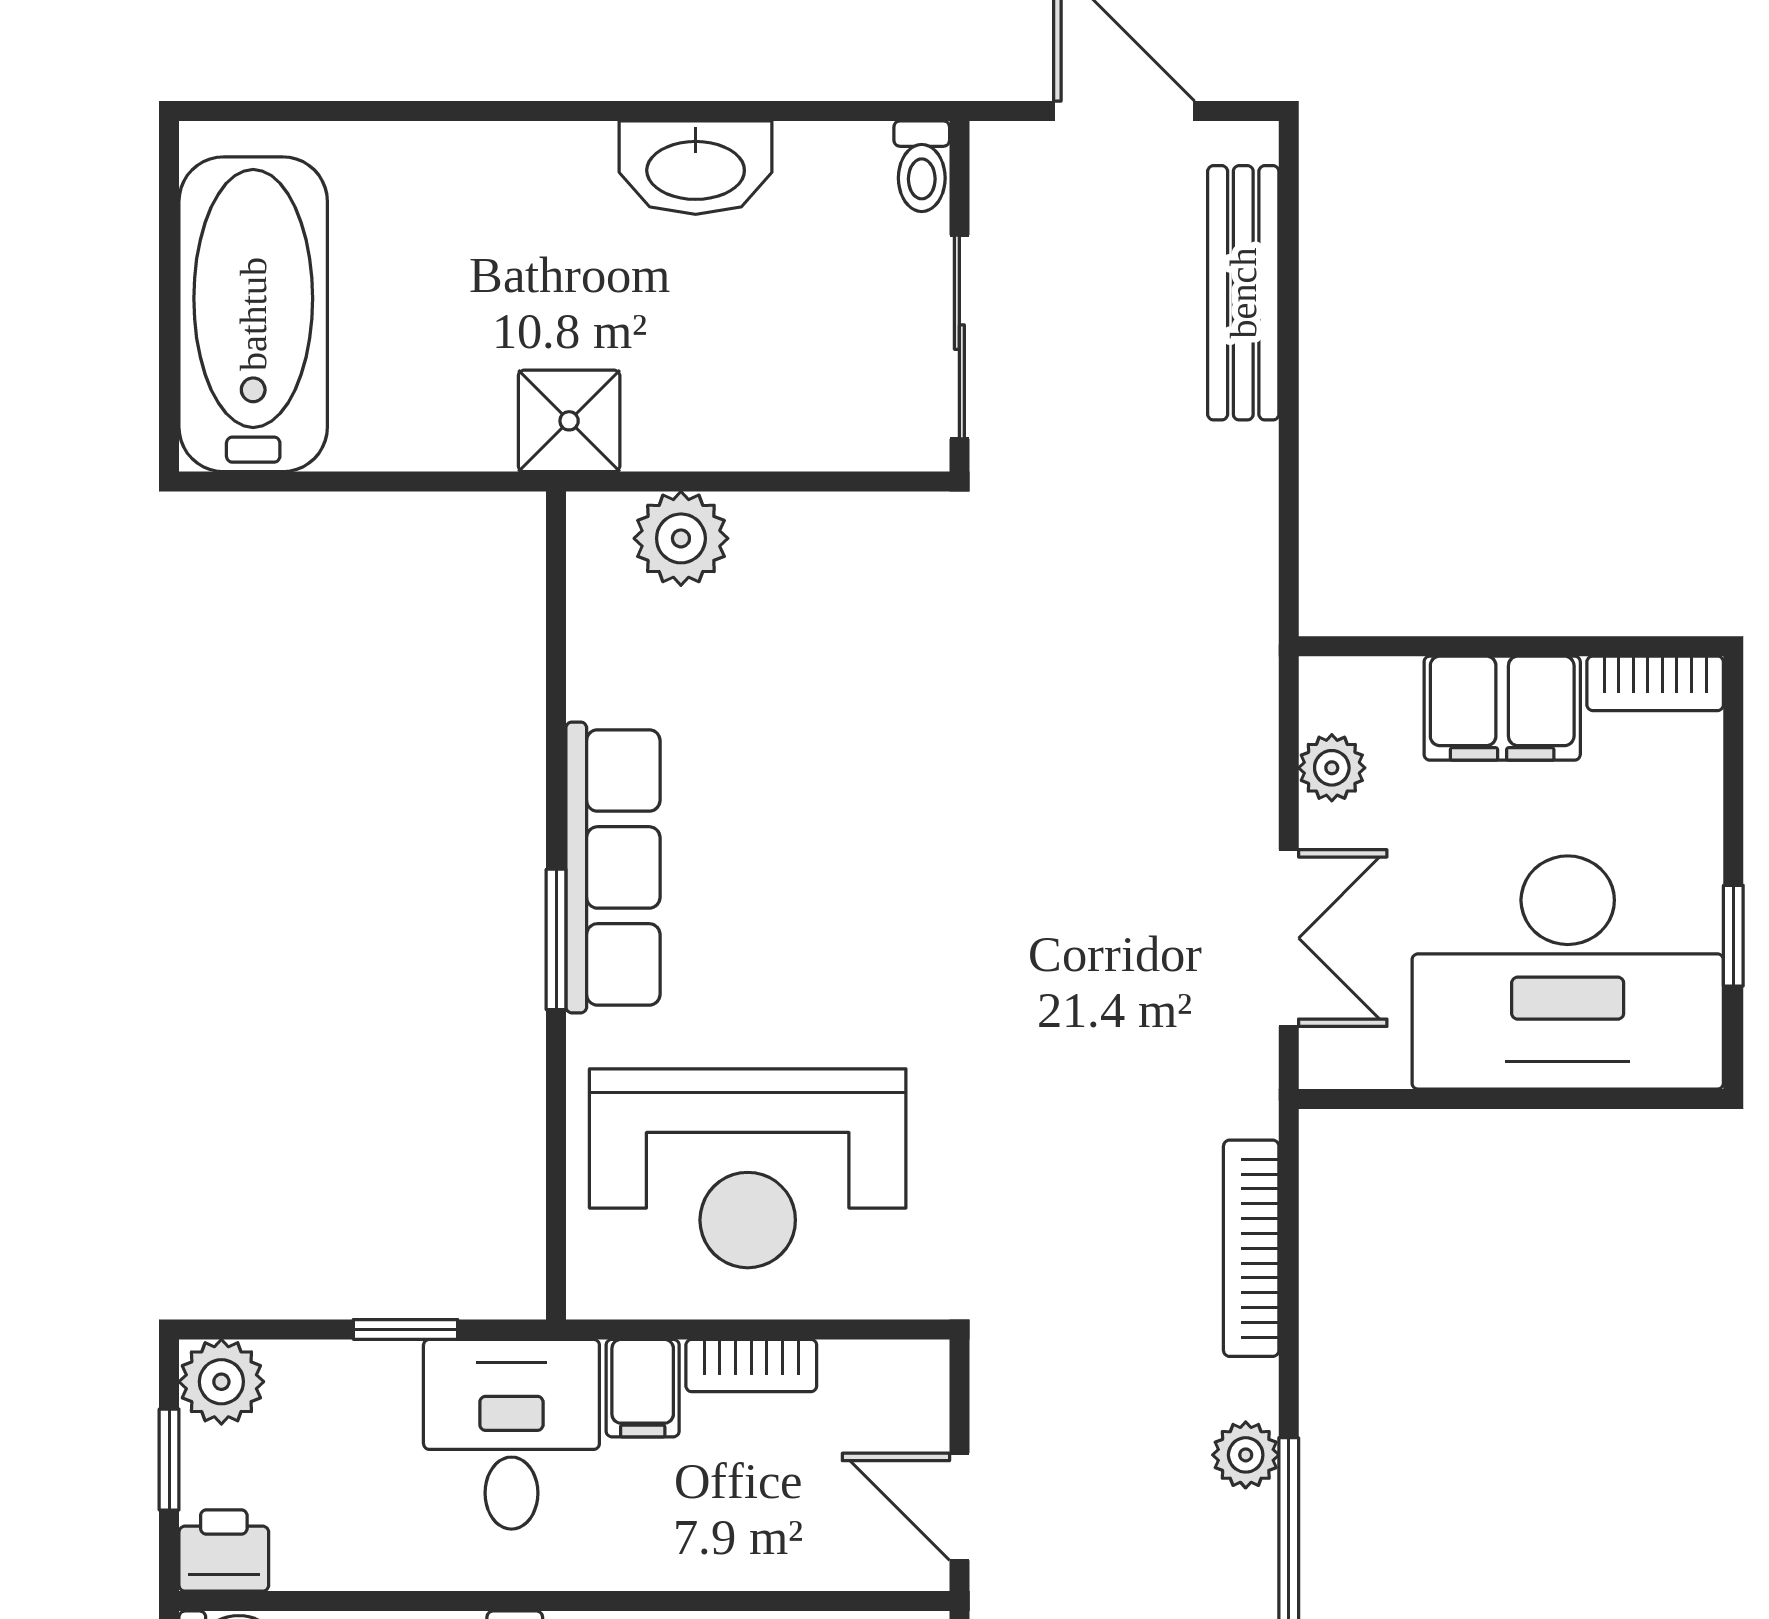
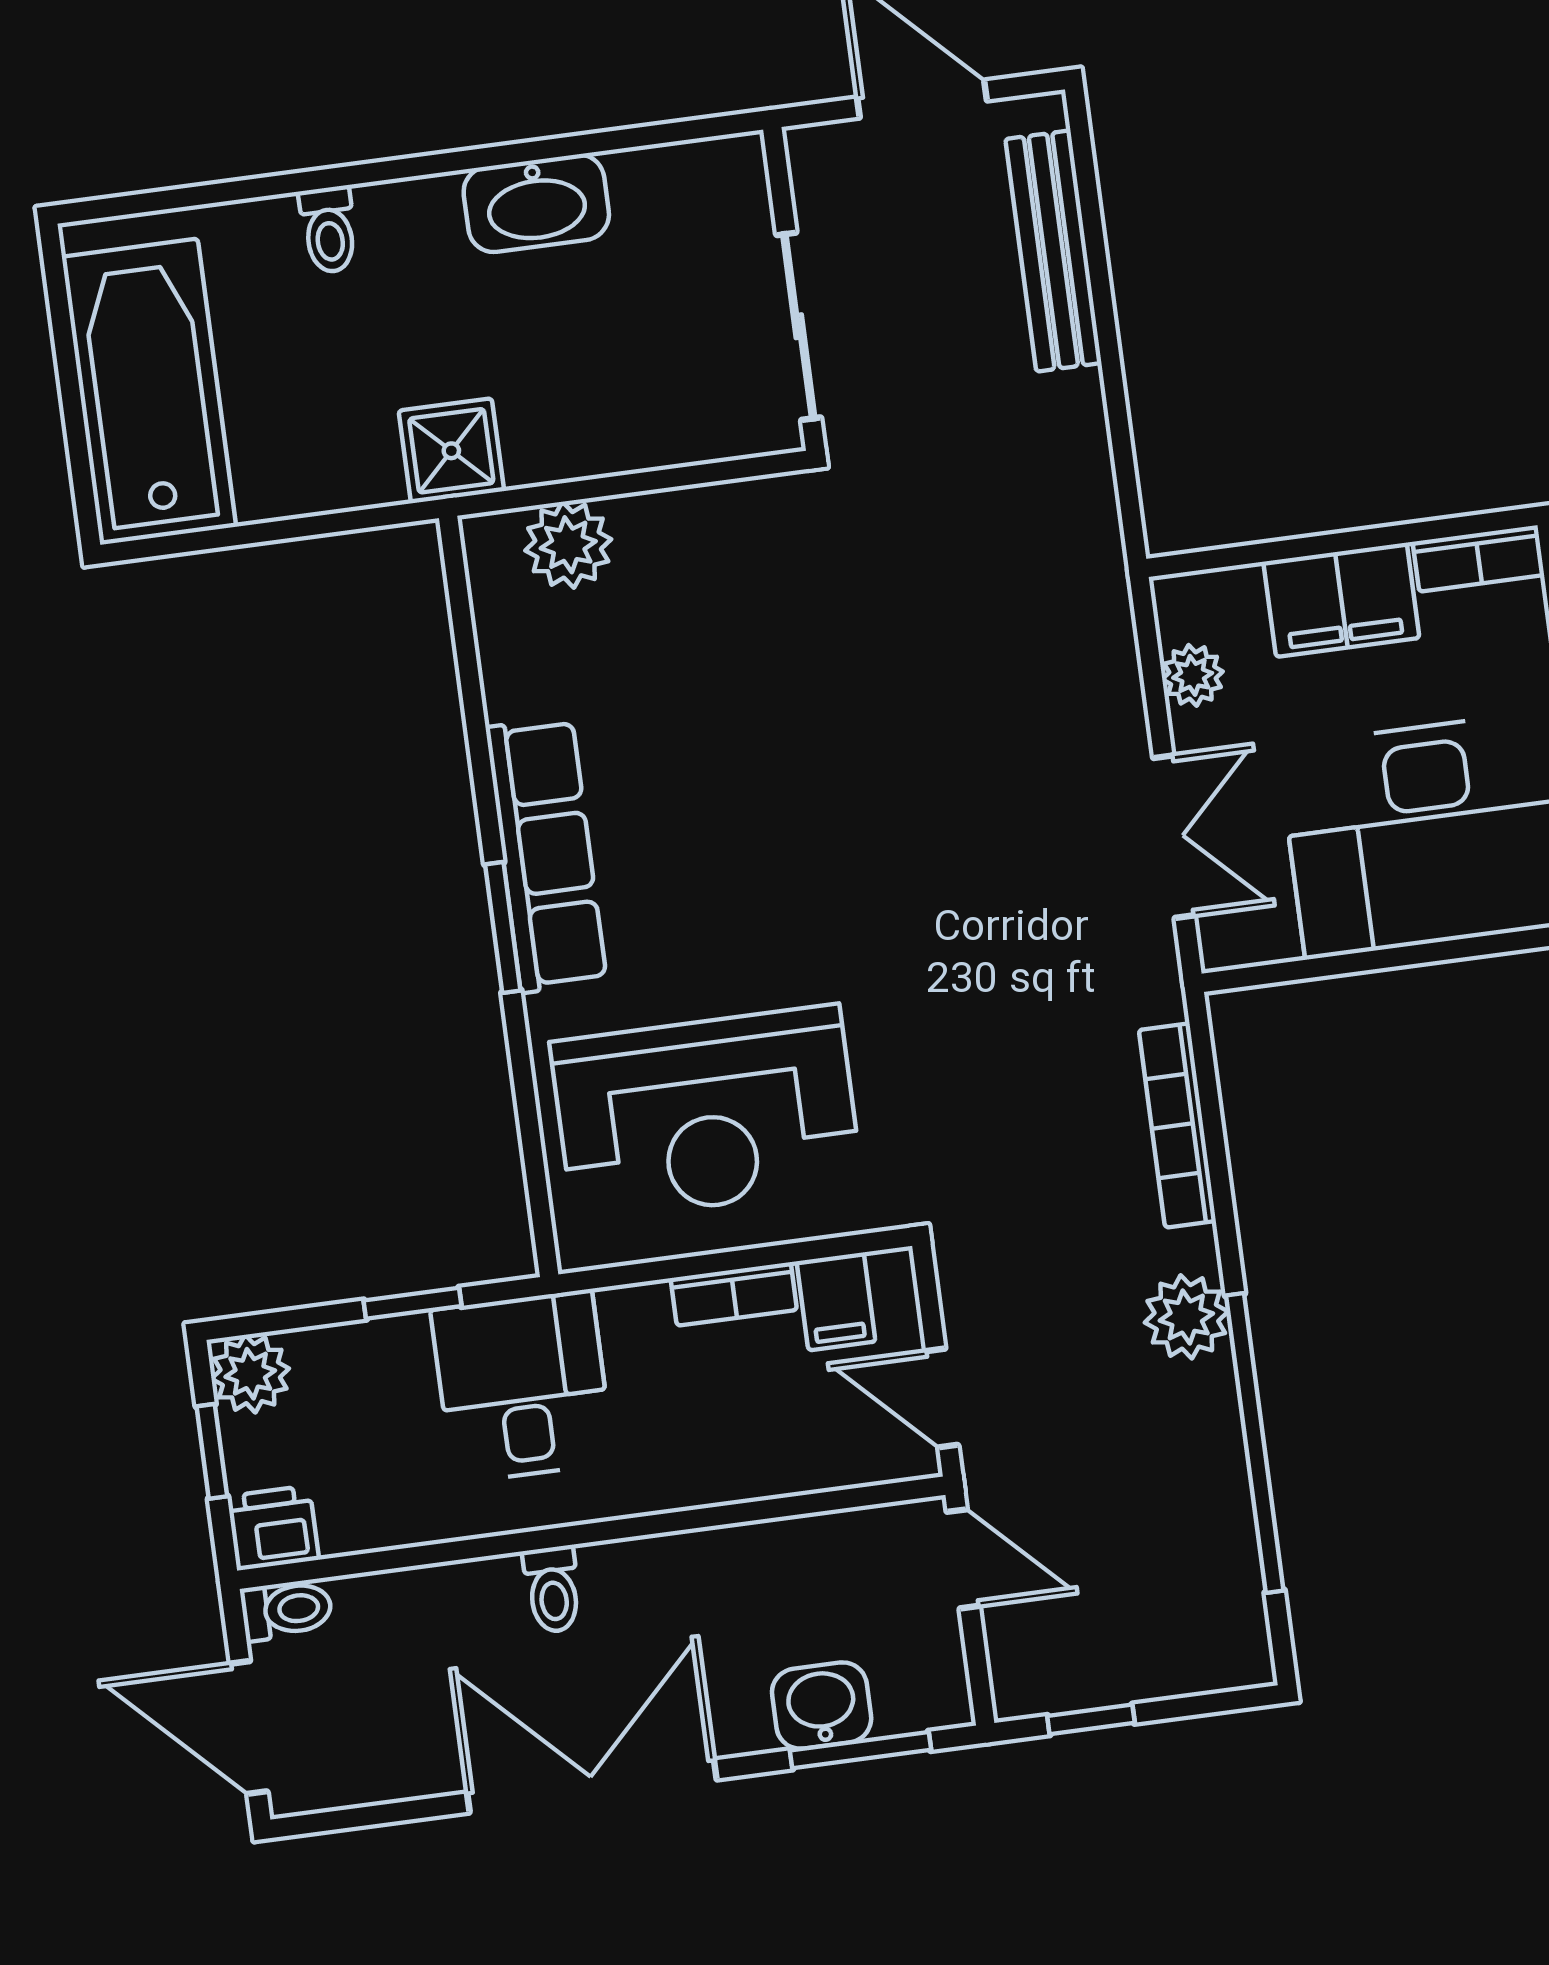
toilet: (922, 166) -> (329, 230), moved
filing cabinet: (643, 1388) -> (836, 1301), moved
plant: (1246, 1455) -> (1186, 1317), width x1.38, depth x1.38

